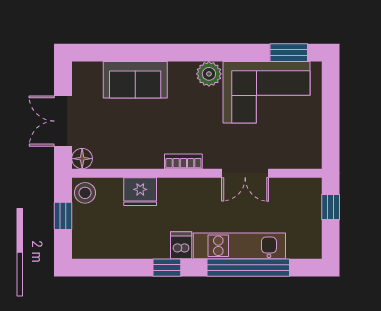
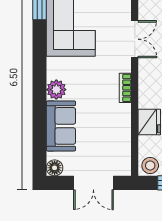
plant: (209, 74) -> (56, 90), moved
floor lamp: (82, 159) -> (55, 168), moved

